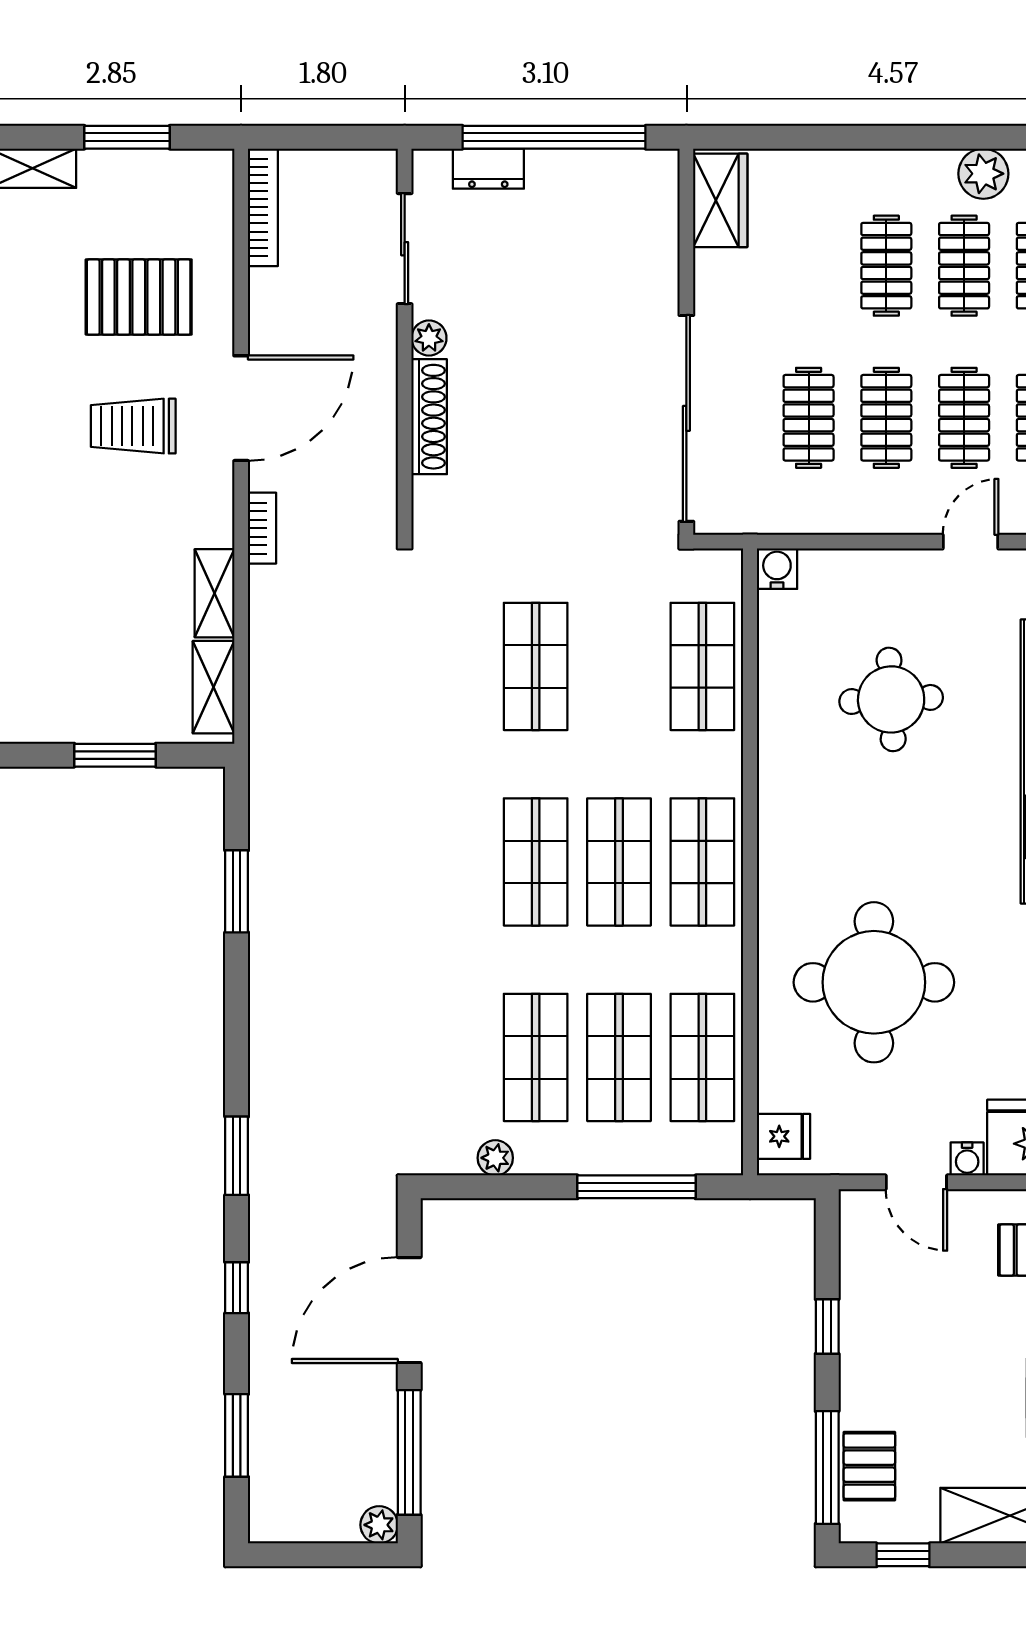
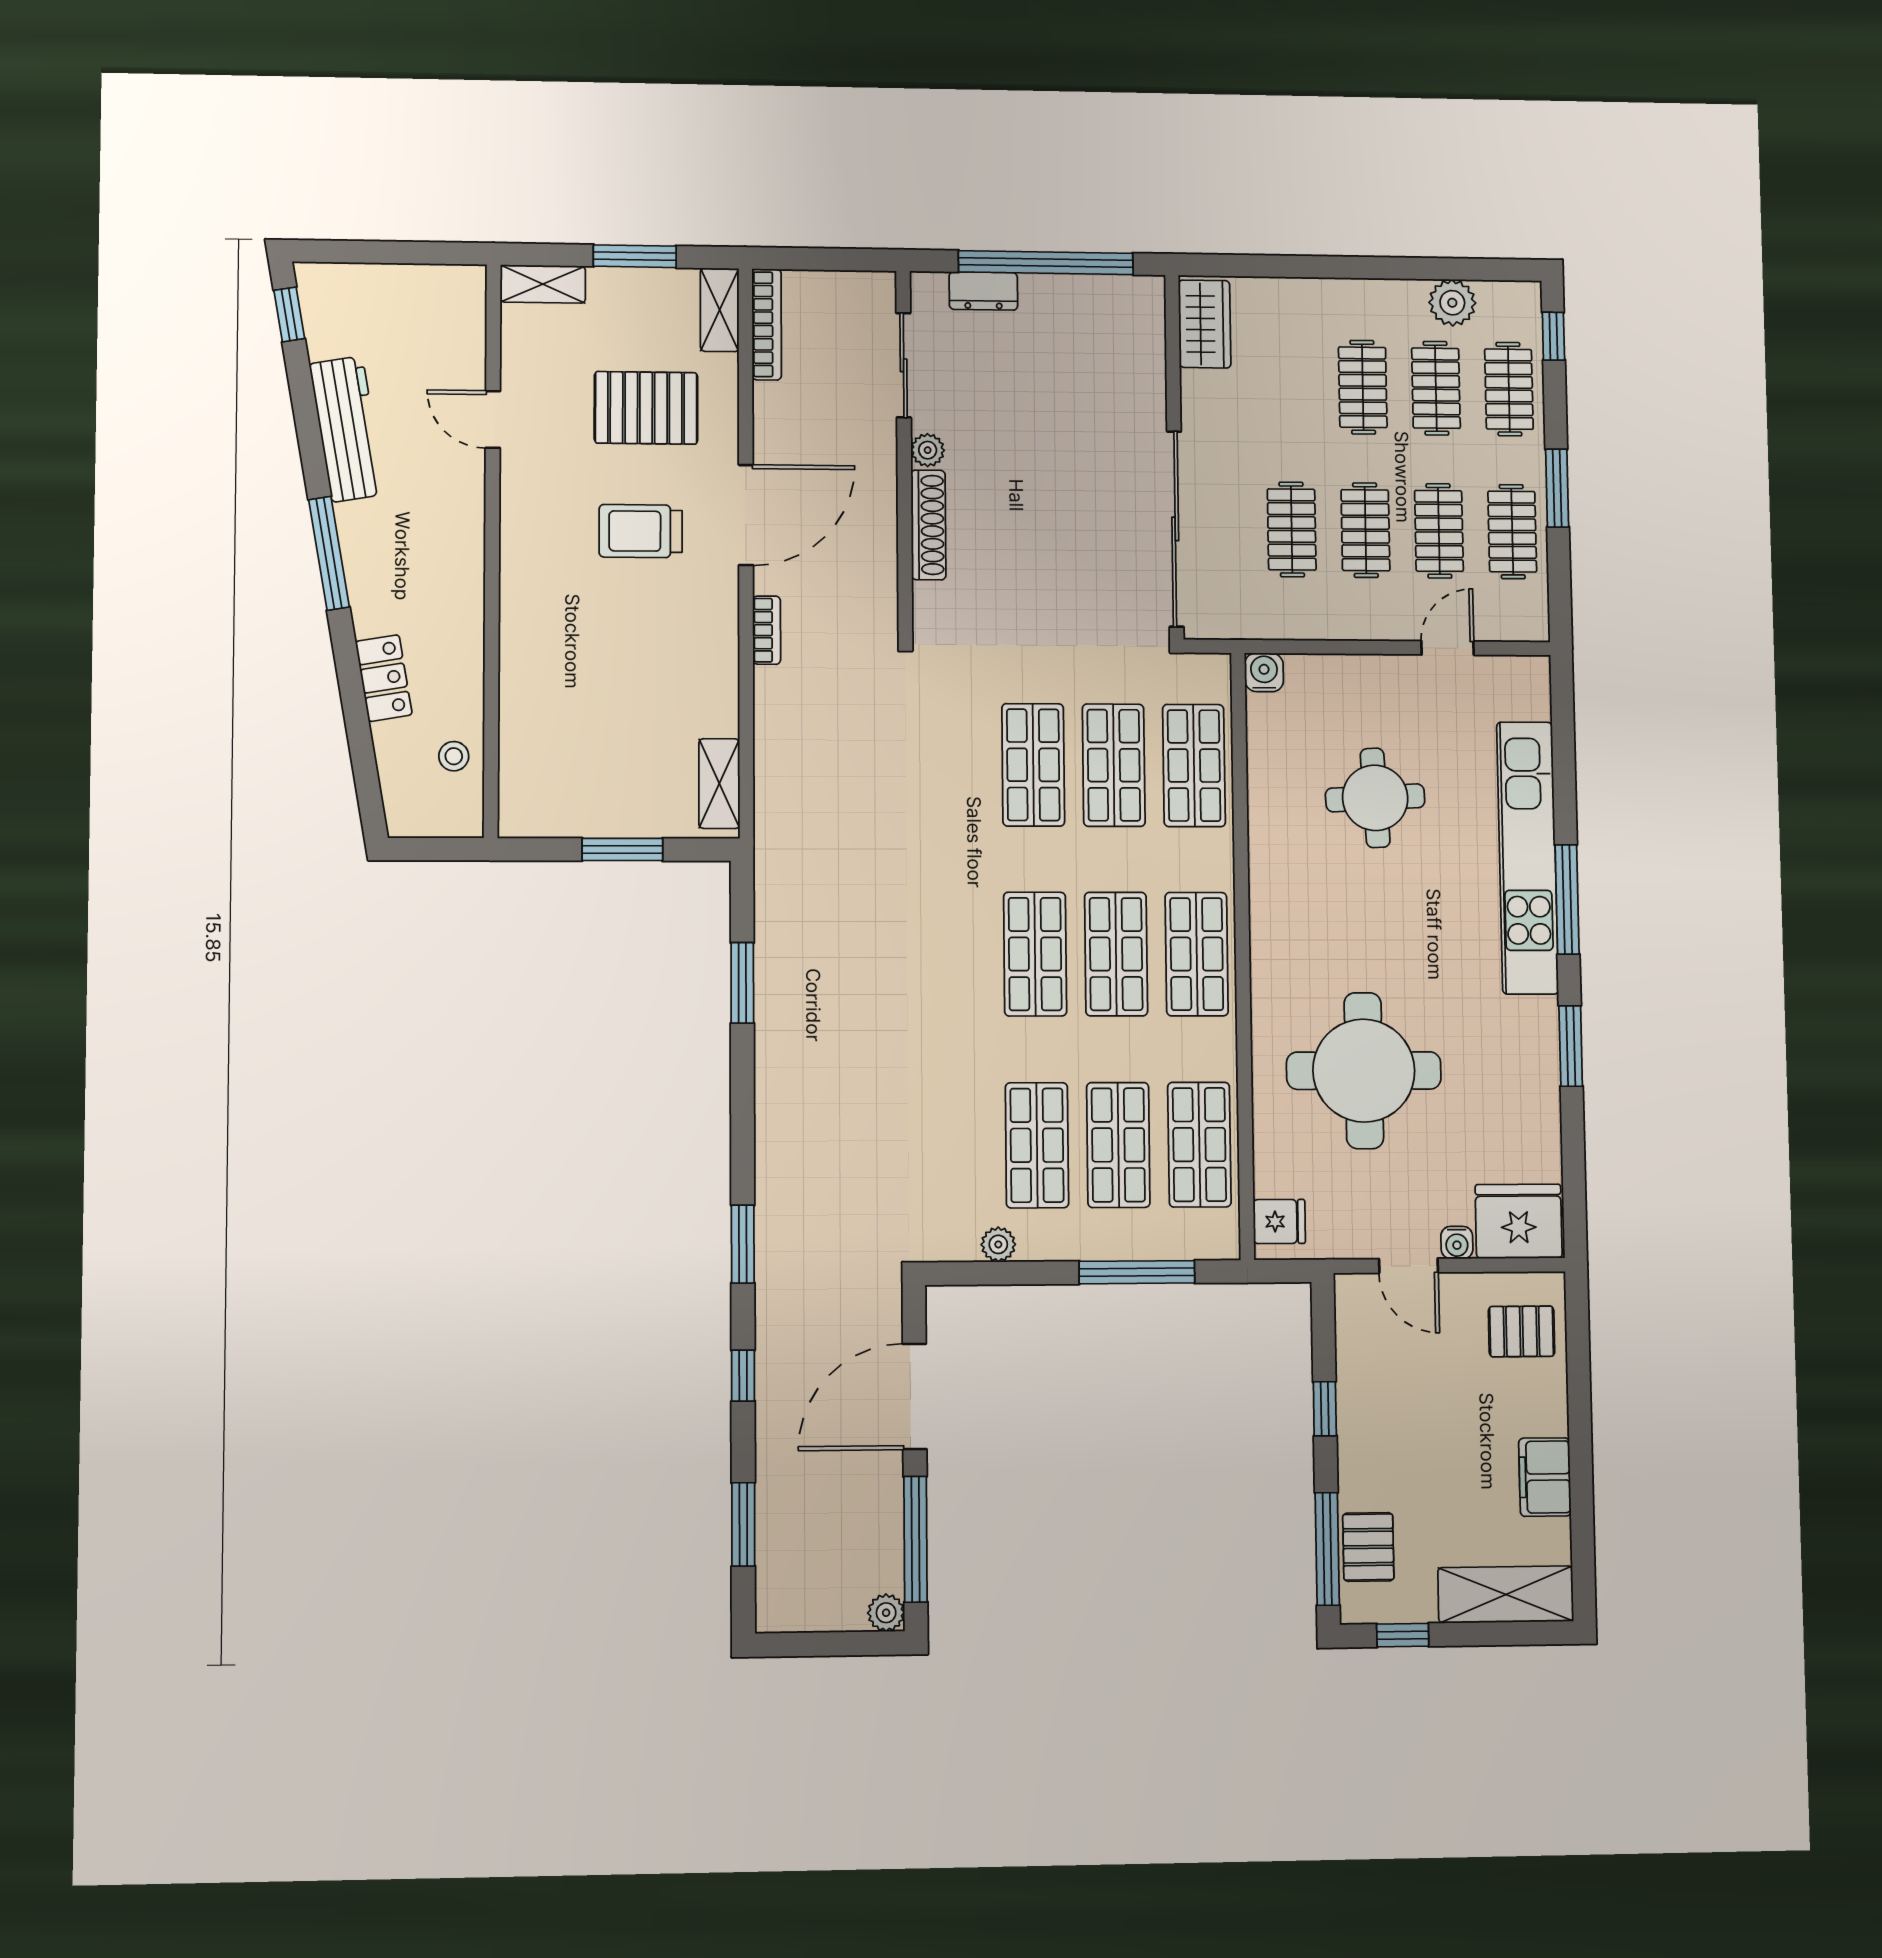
shelving: (214, 593) -> (720, 310), moved
shop shelf: (619, 666) -> (1114, 765), added

